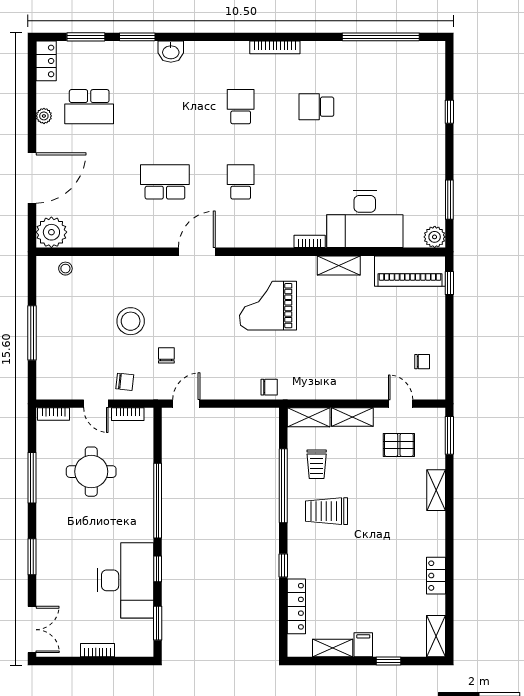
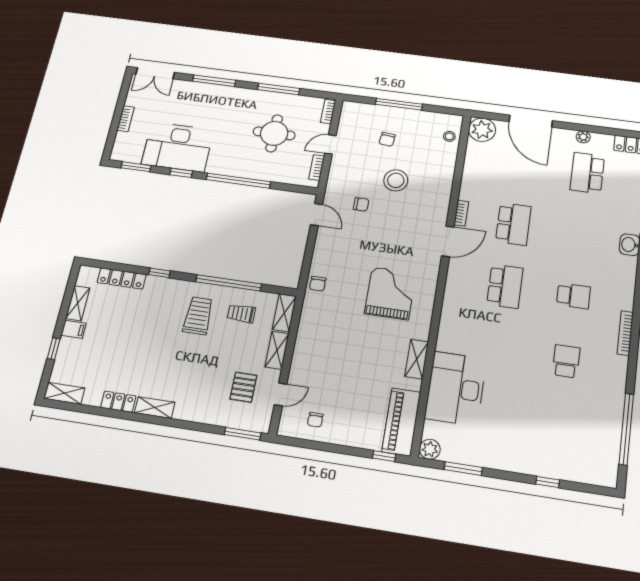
school desk: (241, 182) -> (505, 286), width x1.85
bookcase: (310, 241) -> (461, 213), moved
door: (197, 252) -> (448, 241), hinge flipped
chair: (125, 382) -> (387, 139), moved
shelving: (436, 490) -> (155, 408), moved
window: (32, 557) -> (214, 81), width x1.44

